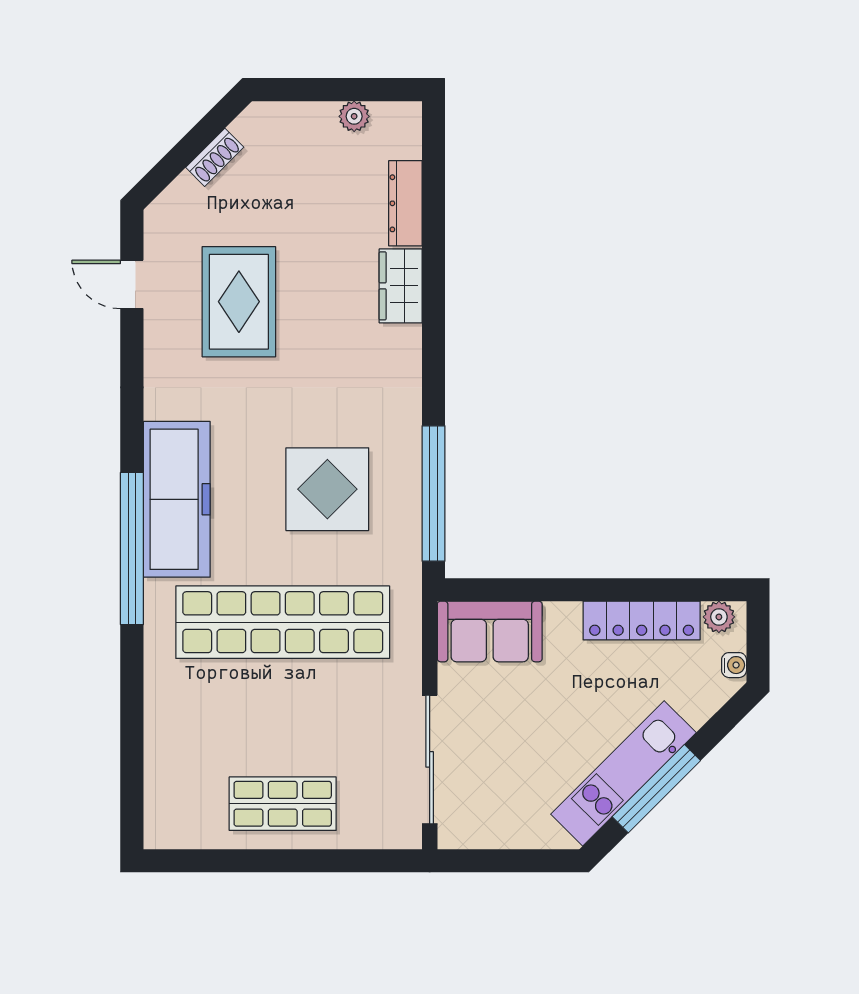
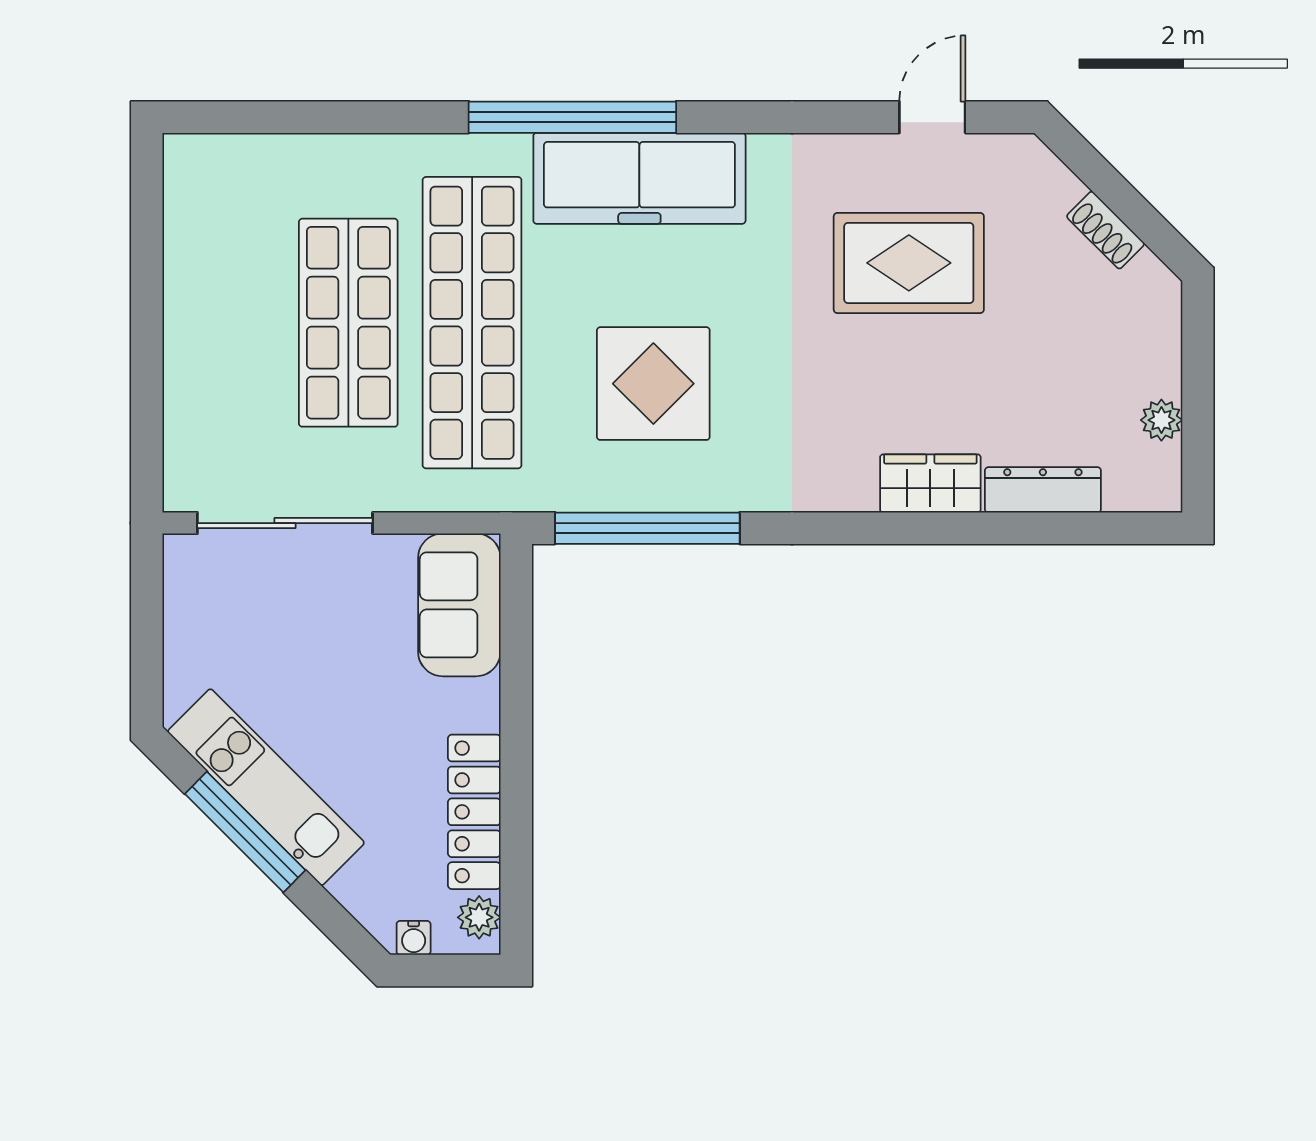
shop shelf: (283, 804) -> (348, 323), moved, width x1.43, depth x1.36

